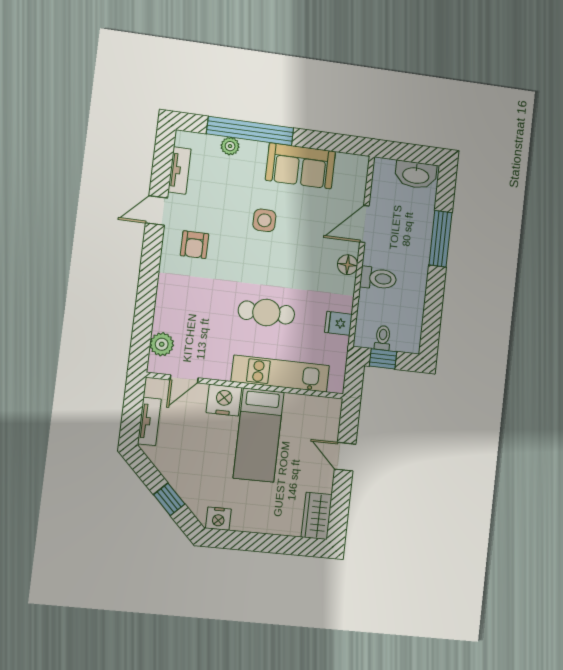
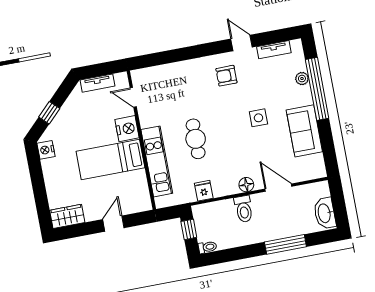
toilet: (383, 338) -> (208, 247), moved
plant: (162, 344) -> (152, 75), removed

